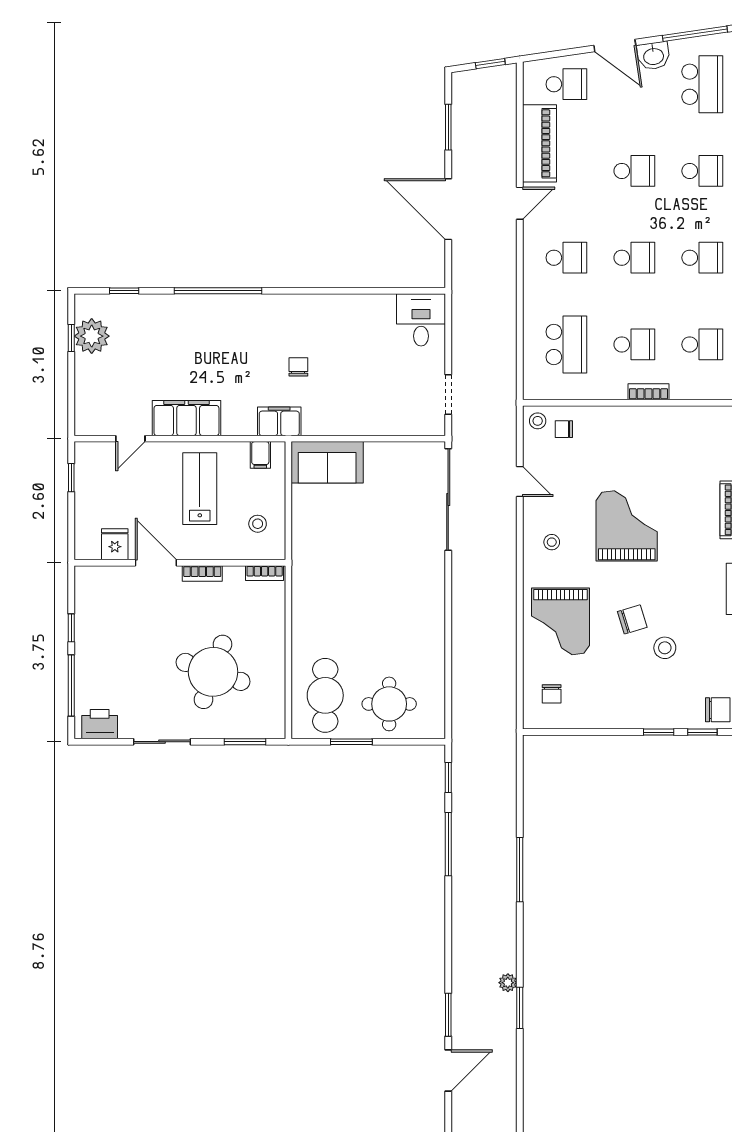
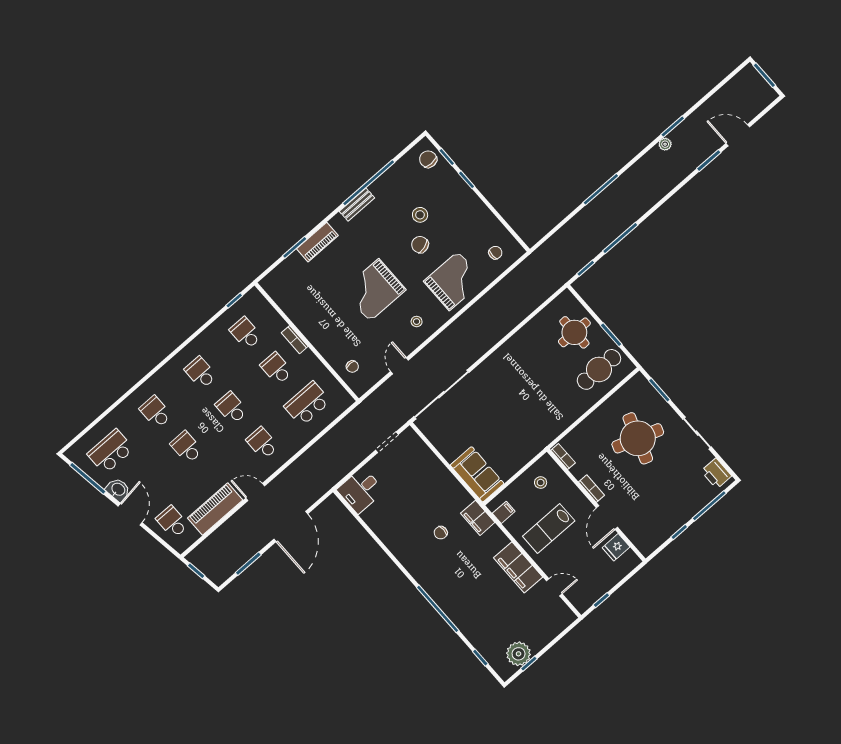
stool: (538, 421) -> (360, 384), removed

